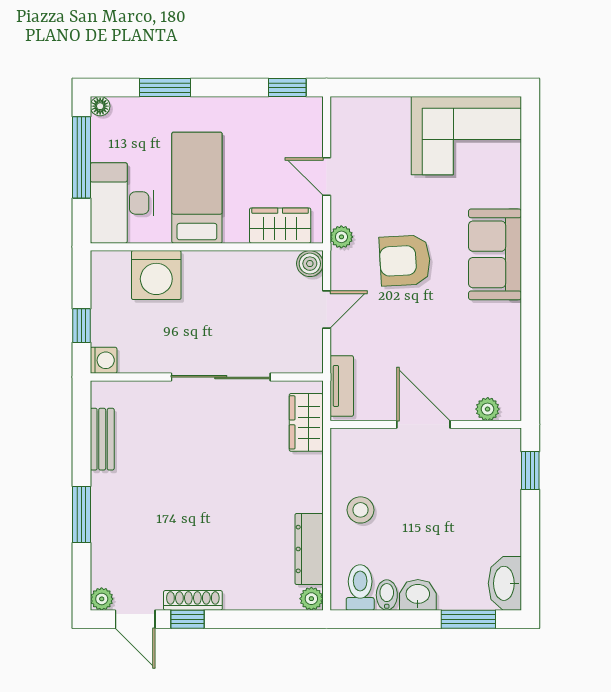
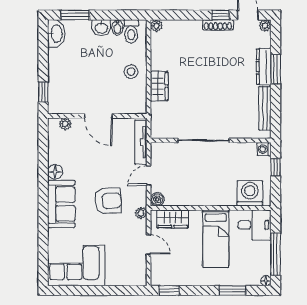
desk: (122, 203) -> (255, 225), width x0.73
washing machine: (156, 275) -> (250, 193), moved
floor lamp: (507, 317) -> (55, 172), added
tv unit: (342, 386) -> (141, 142), width x1.41
wardrobe: (306, 422) -> (159, 86), moved
bench: (102, 439) -> (265, 108), width x1.36
dresser: (309, 549) -> (264, 67), moved, turned 180

